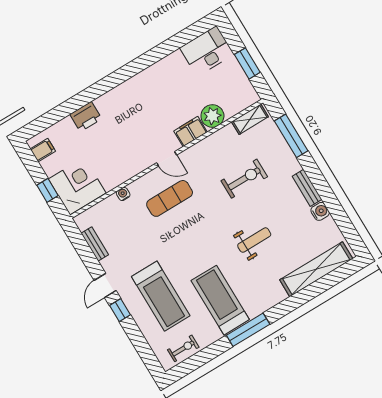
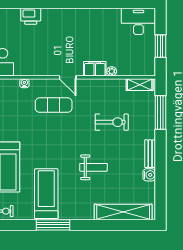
plant: (212, 116) -> (112, 71), width x0.53, depth x0.53

